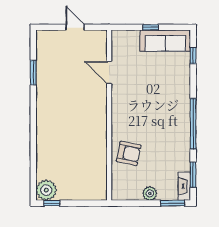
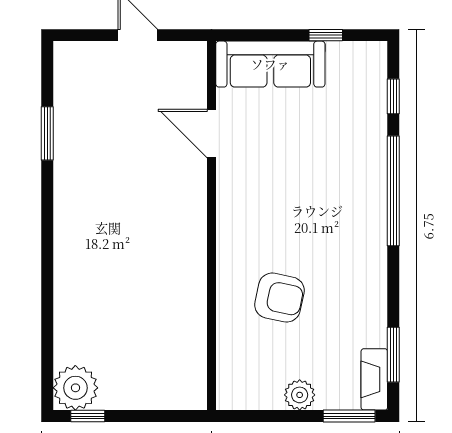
window: (151, 27) -> (326, 35), moved
sofa: (165, 41) -> (270, 64), moved
window: (193, 124) -> (393, 191), moved
armchair: (129, 153) -> (279, 298), moved

